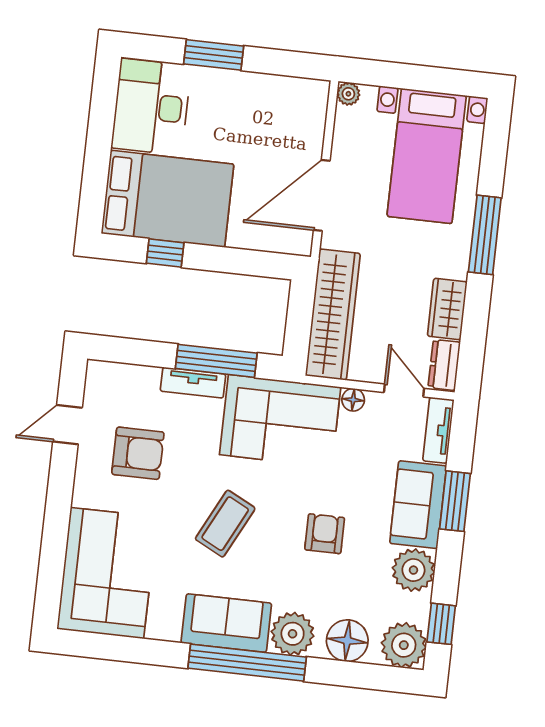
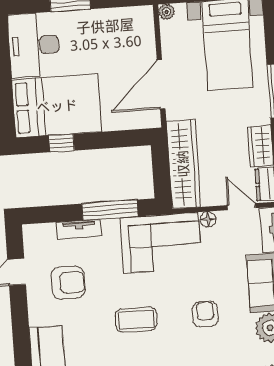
tv unit: (193, 383) -> (79, 229), moved
coffee table: (225, 524) -> (136, 320), turned 63

